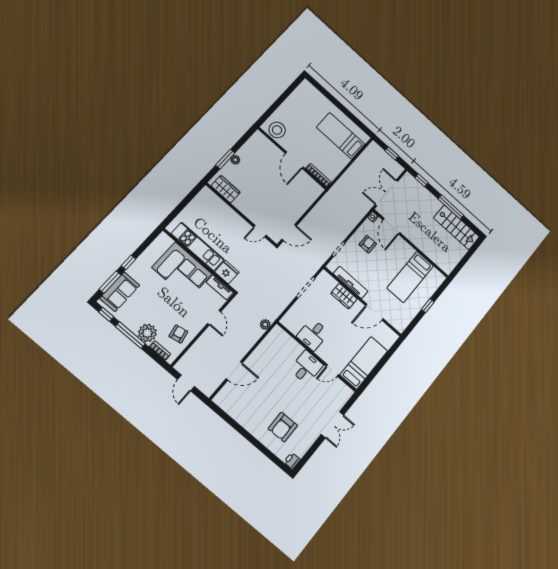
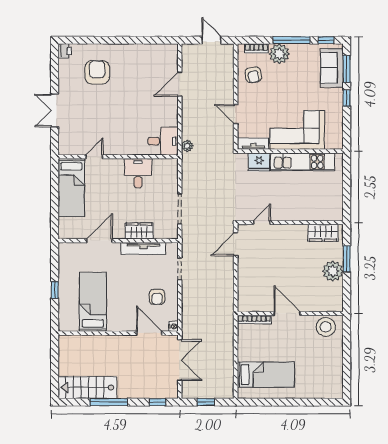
plant: (235, 160) -> (333, 271), width x1.87, depth x1.87
desk: (306, 367) -> (163, 141), moved, turned -90

